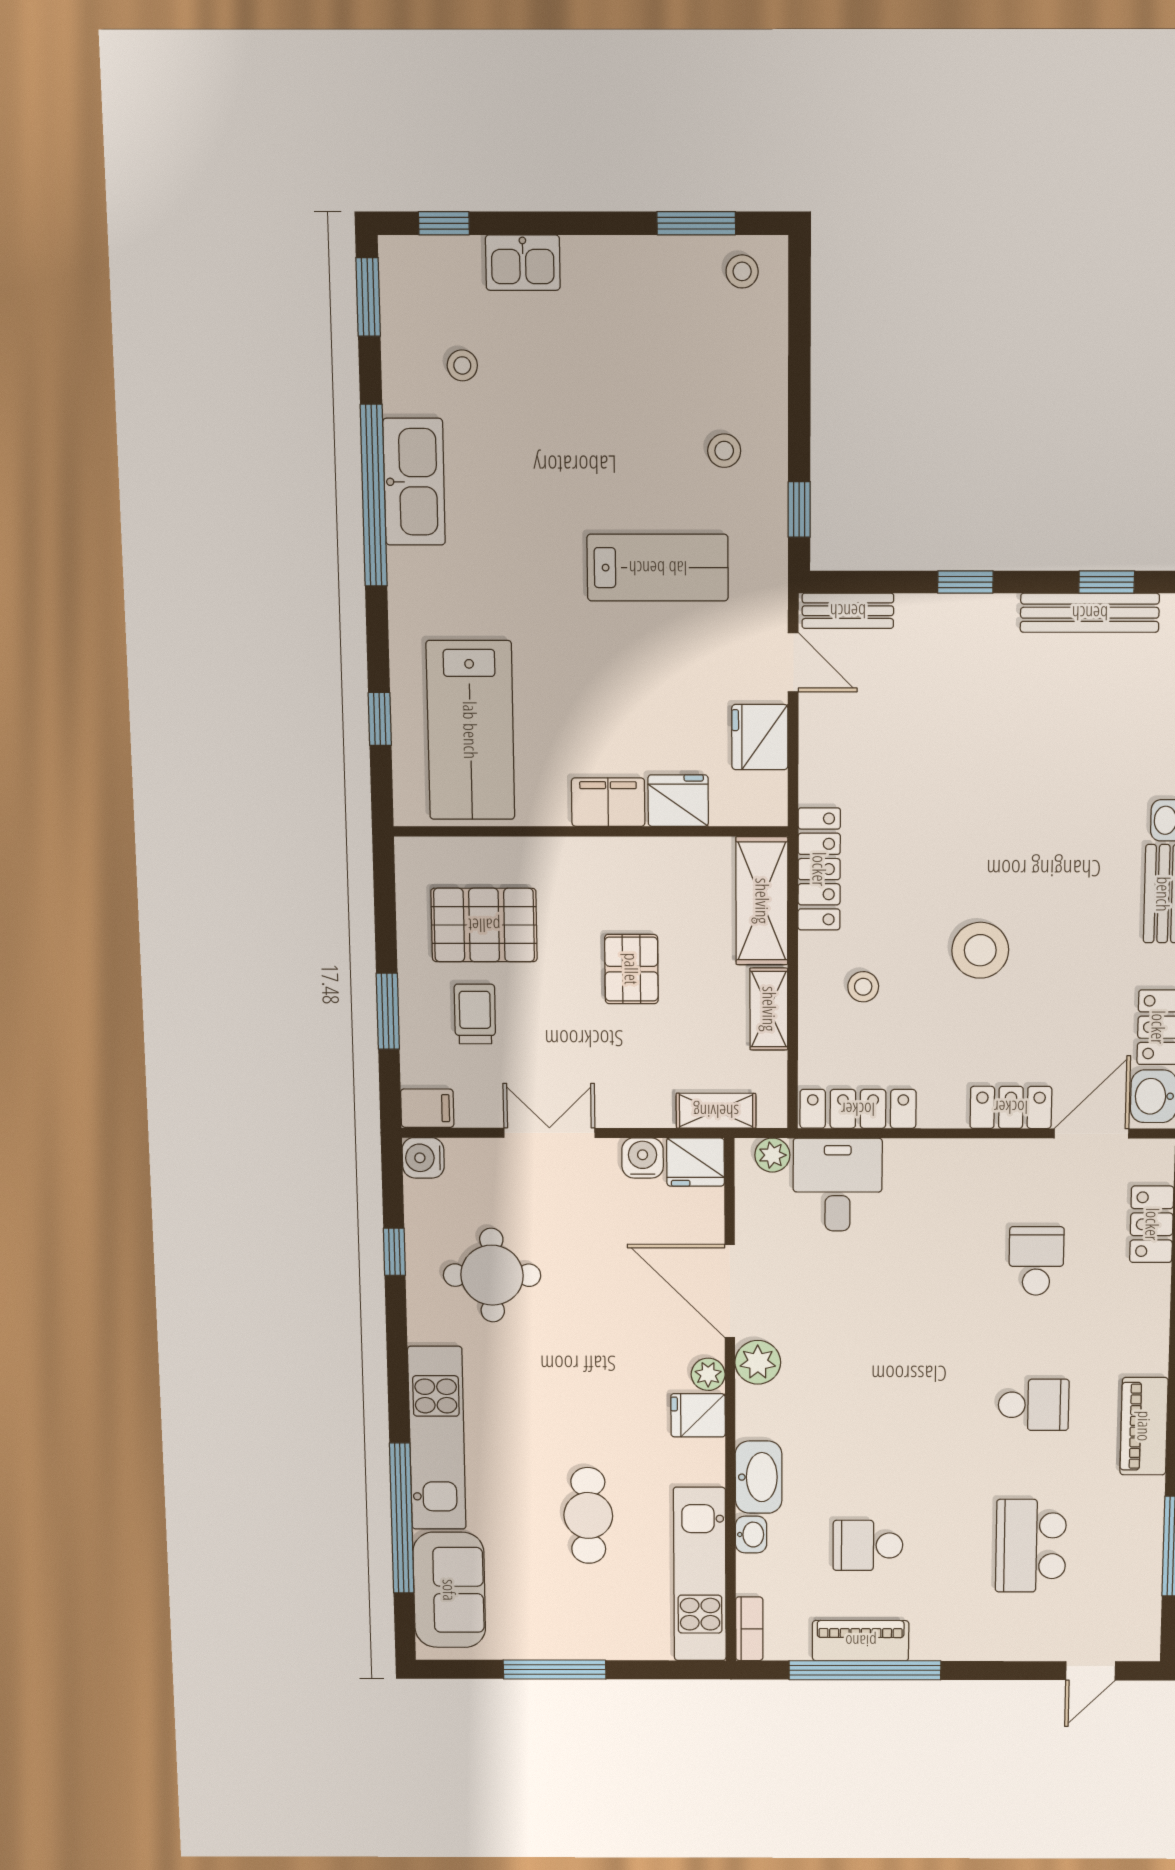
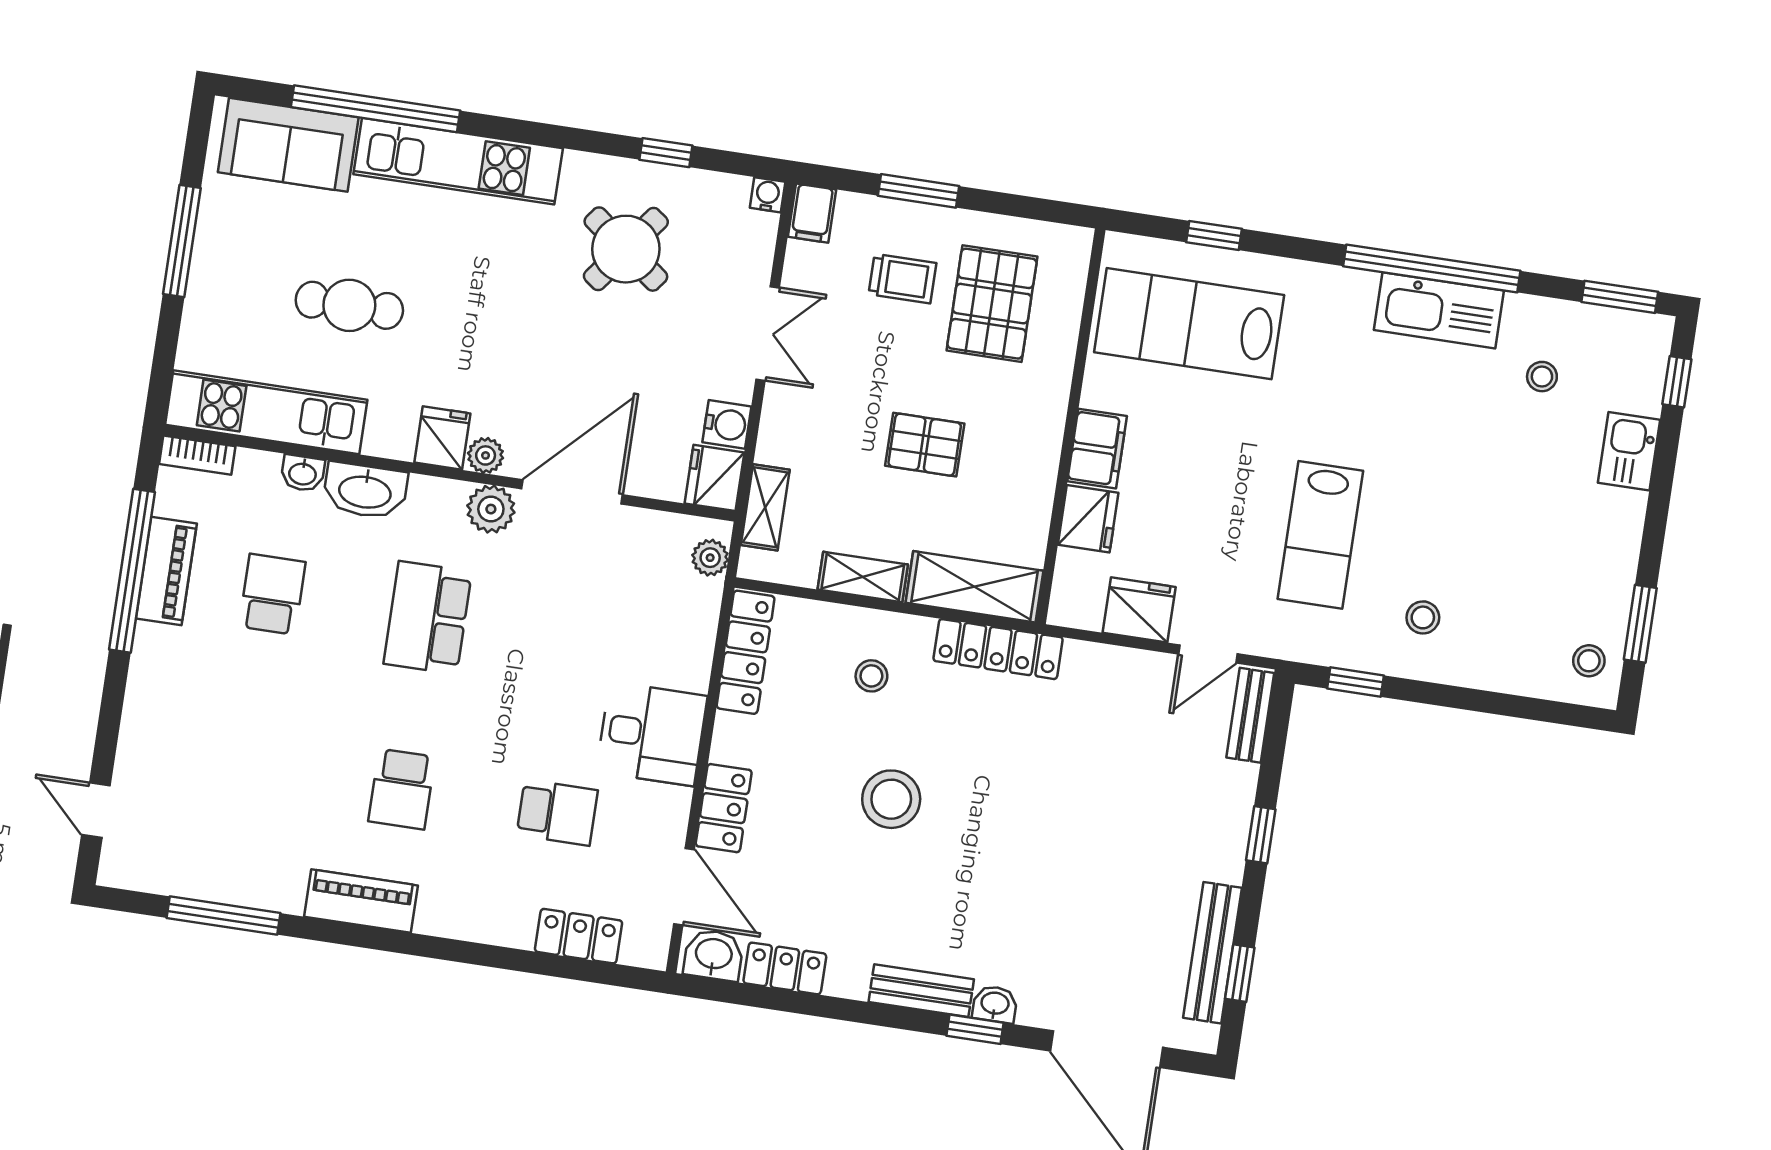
water cooler: (423, 1158) -> (768, 195), width x0.72, depth x0.72
desk: (838, 1185) -> (652, 734), moved
round table: (492, 1275) -> (626, 249), turned 37
school desk: (1031, 1546) -> (428, 618), moved, turned -90

